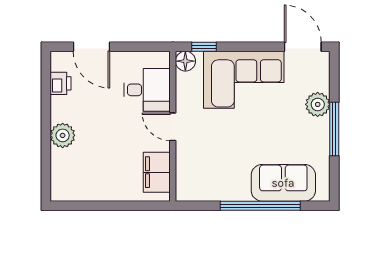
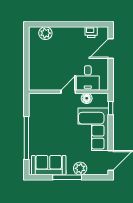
floor lamp: (185, 61) -> (87, 98), moved
plant: (63, 135) -> (45, 33), moved
filing cabinet: (157, 172) -> (44, 83), removed
sofa: (283, 183) -> (49, 165), moved, turned -90

